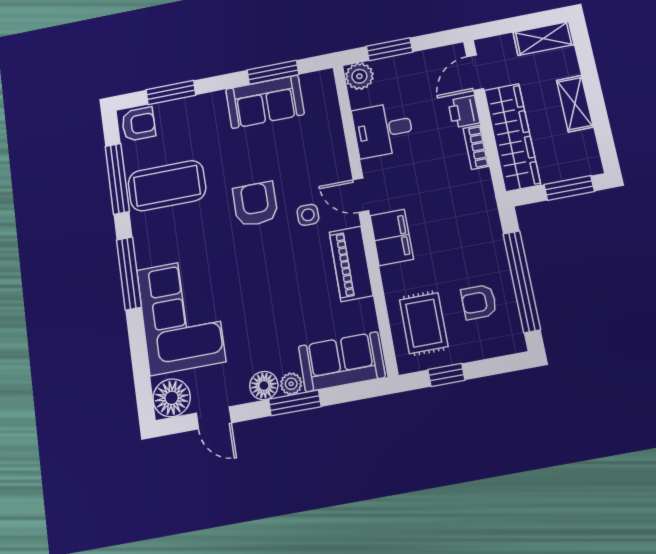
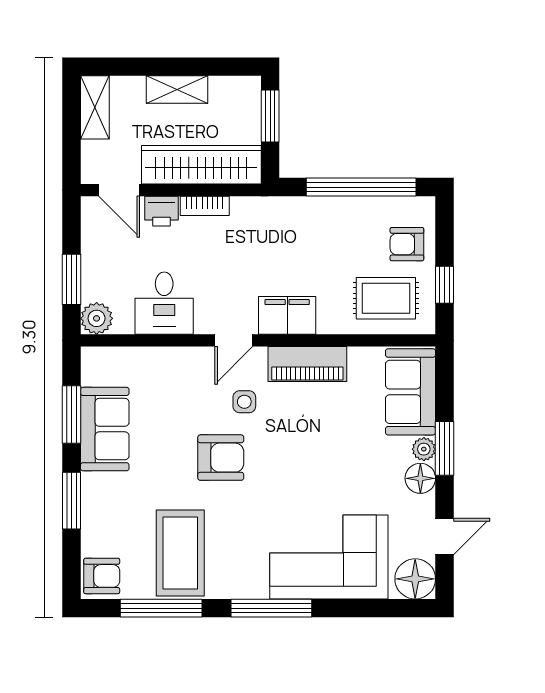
window: (171, 92) -> (72, 501), moved
armchair: (139, 124) -> (102, 576), turned 90
armchair: (255, 204) -> (221, 458), turned 180
armchair: (479, 302) -> (407, 244), moved, turned 90

